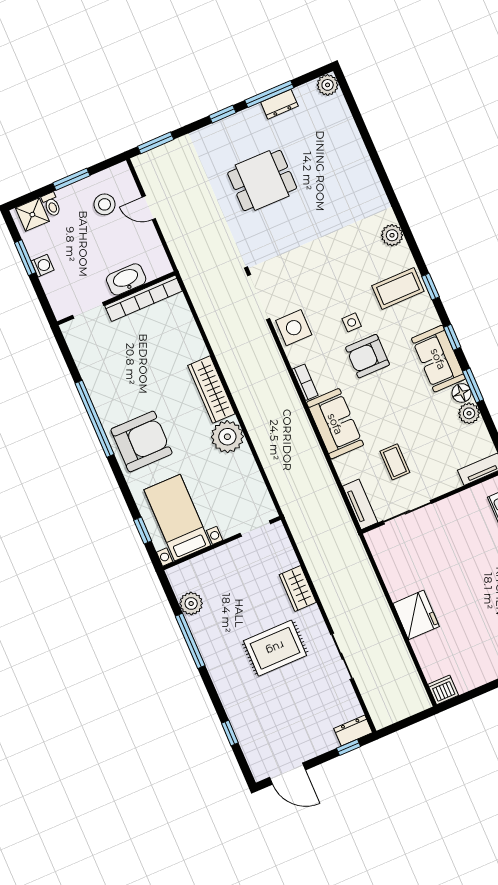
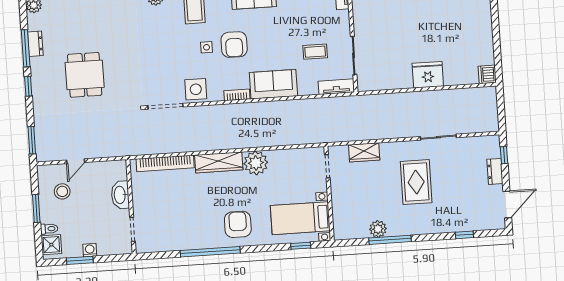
bookcase: (143, 298) -> (165, 163), moved, turned 90
armchair: (141, 441) -> (238, 224), width x0.73, depth x0.73
wardrobe: (298, 589) -> (364, 152), moved
plant: (191, 603) -> (378, 229), moved
dresser: (353, 730) -> (495, 171), moved

